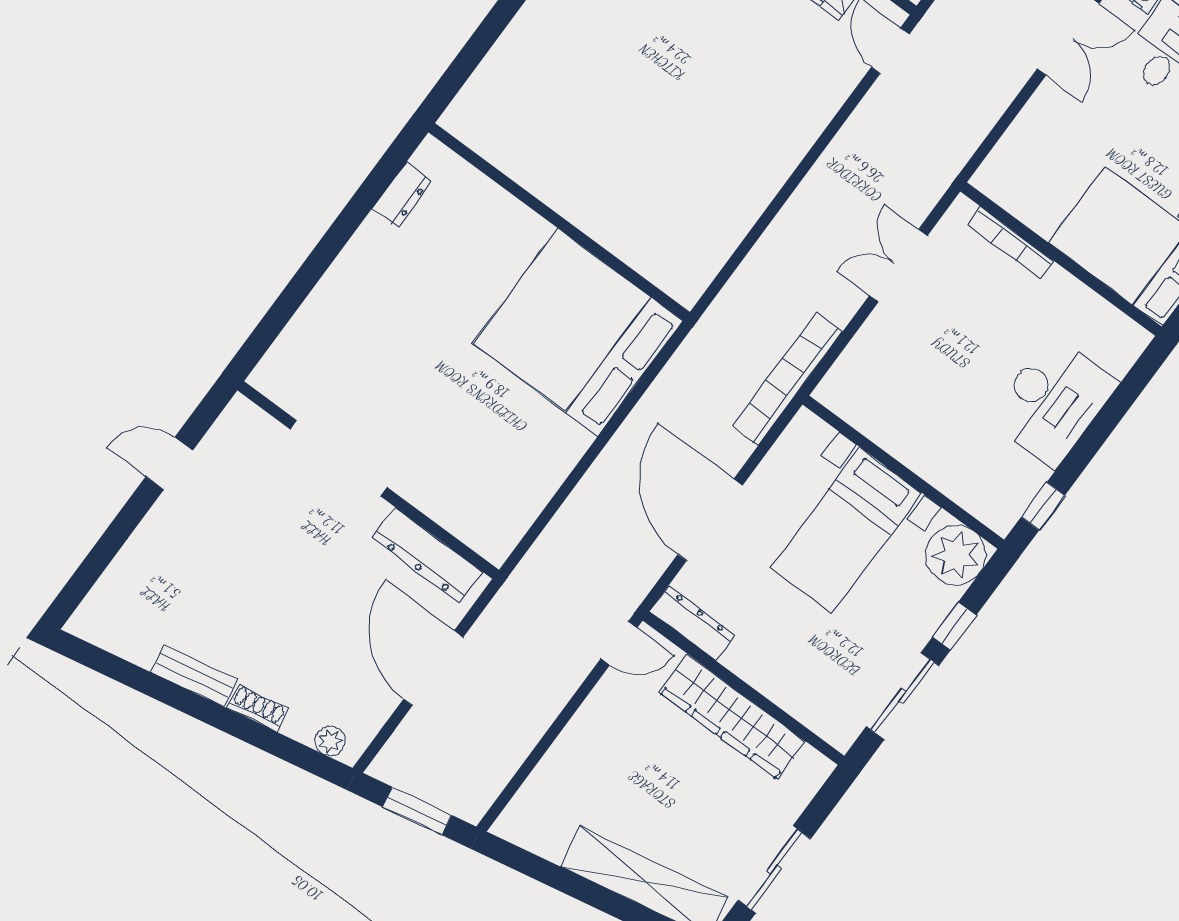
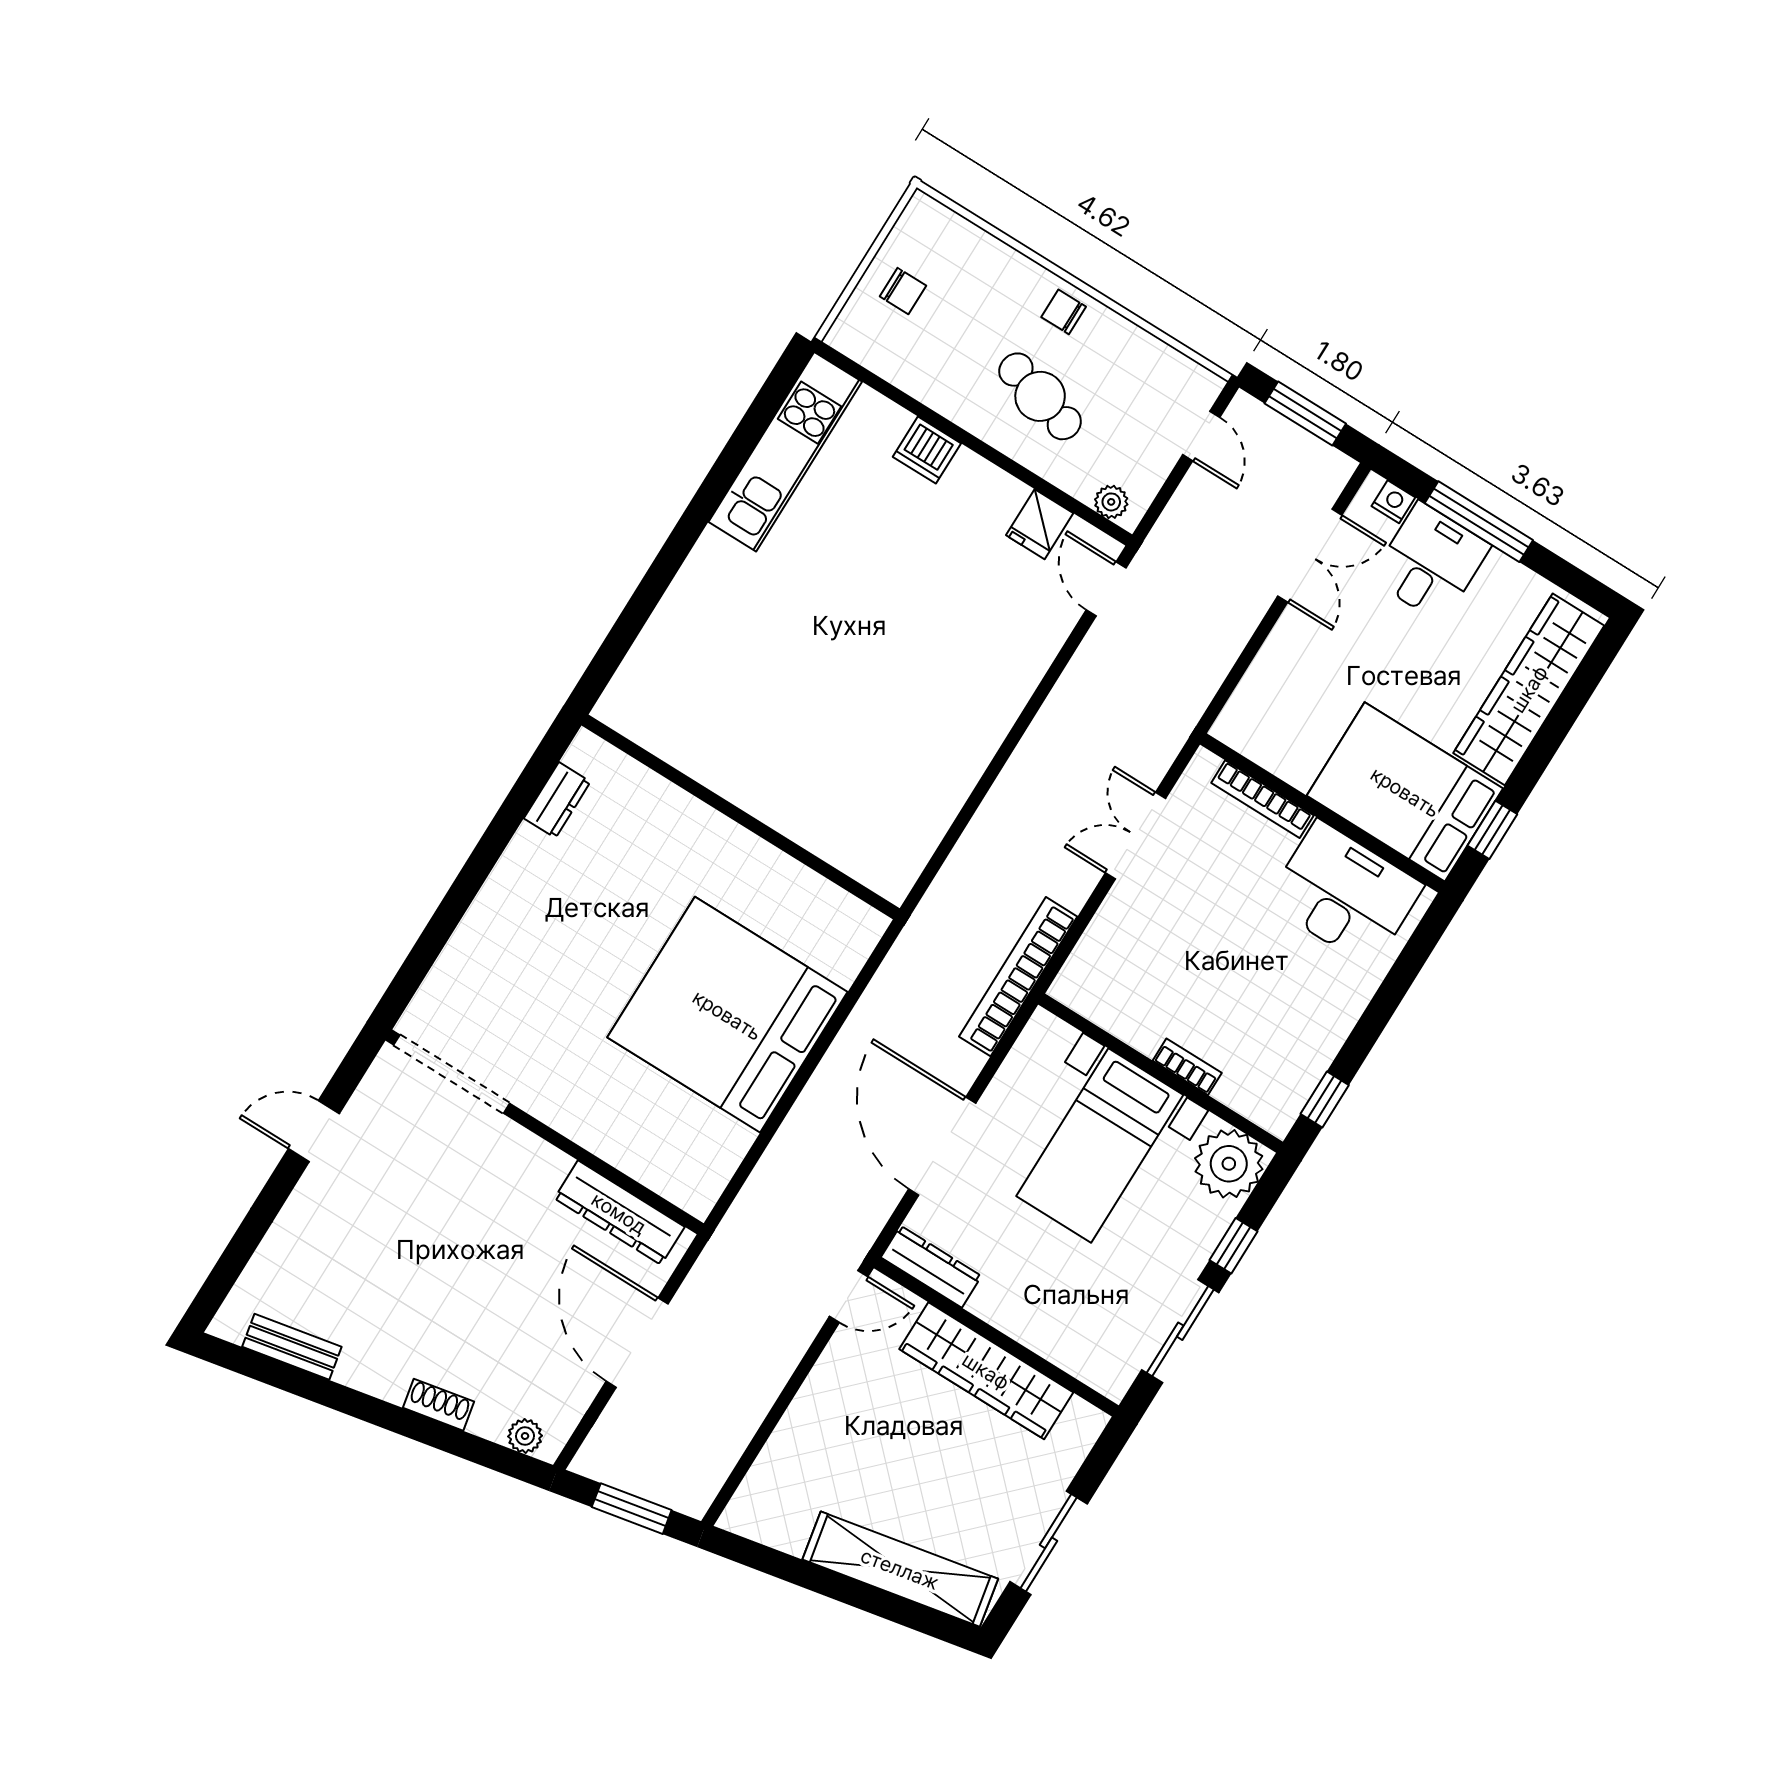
bed: (578, 332) -> (727, 1015), moved
desk: (1053, 401) -> (1345, 894), moved, turned -90
doorway: (339, 458) -> (452, 1074), moved
bookcase: (927, 468) -> (1187, 1067), added
bench: (194, 676) -> (292, 1347), moved

